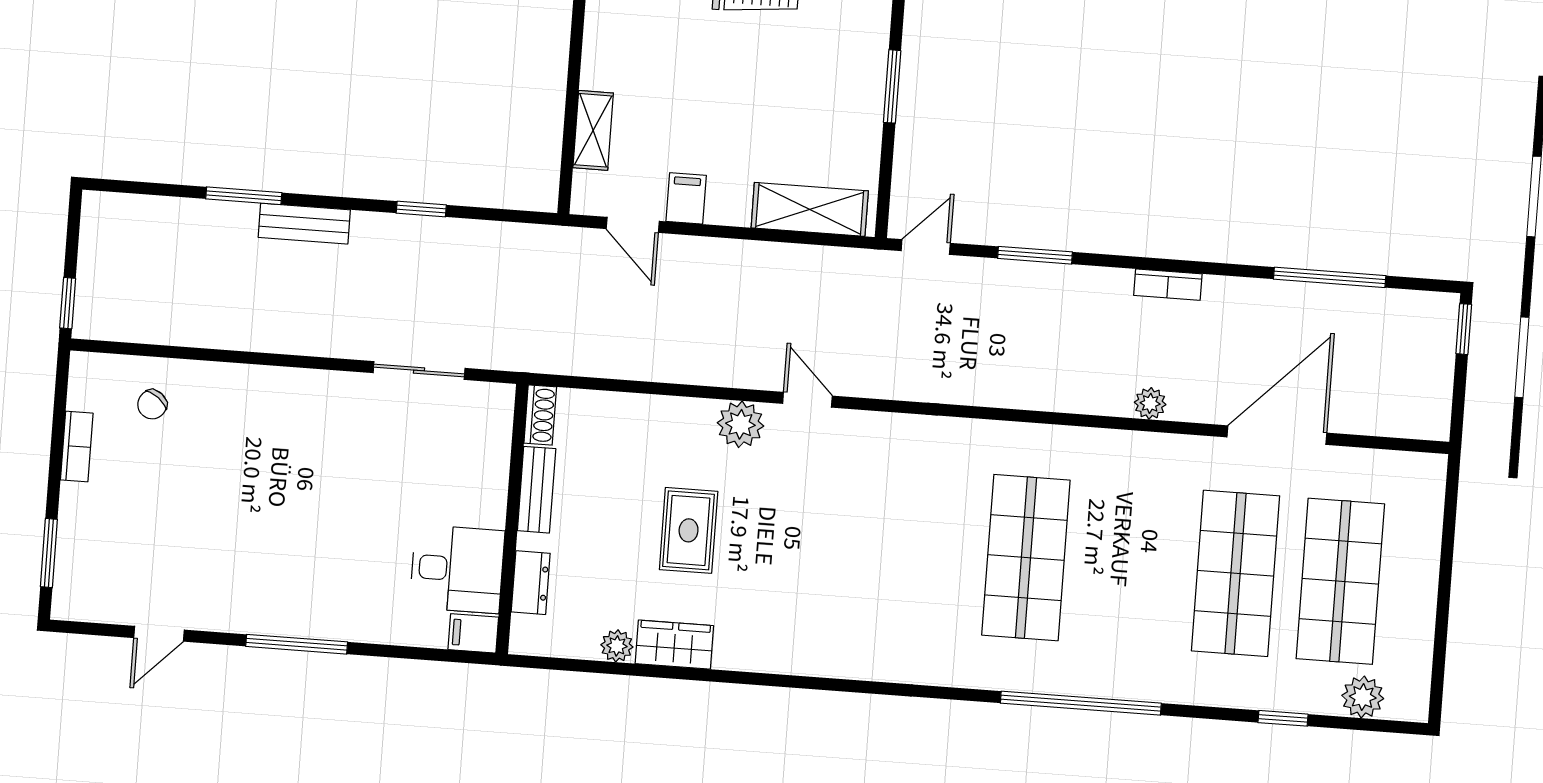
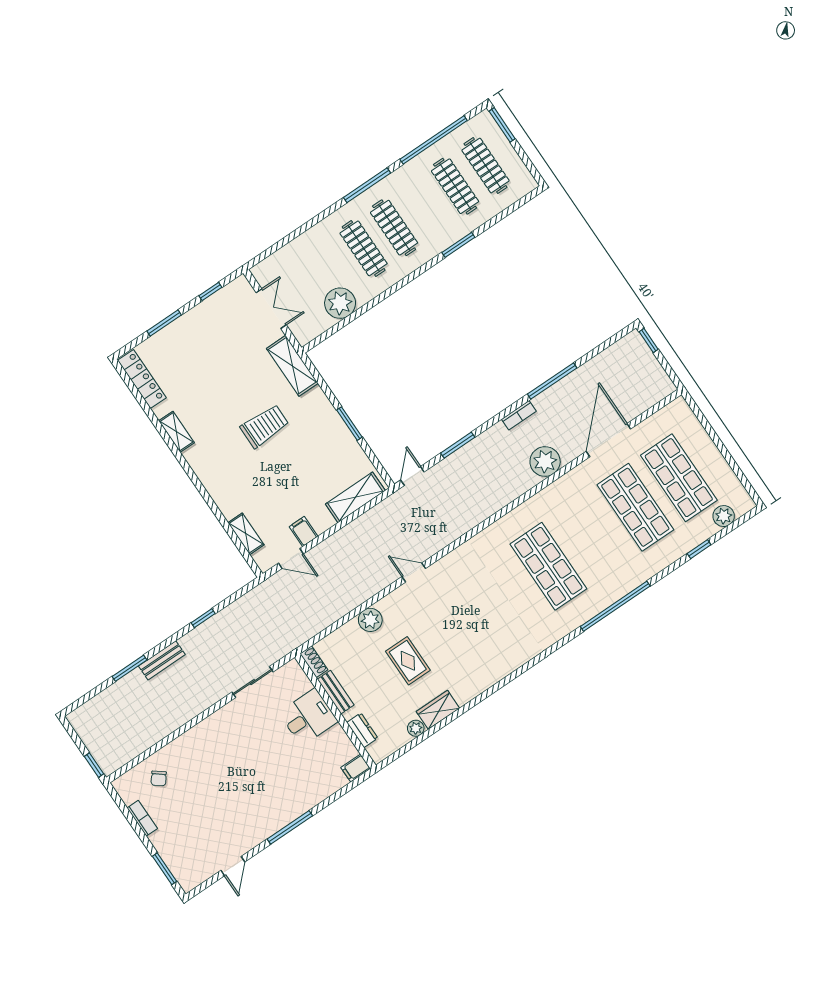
window: (1330, 277) -> (552, 381), moved
plant: (1150, 403) -> (545, 461), width x1.88, depth x1.88
plant: (740, 424) -> (370, 620), moved
desk: (457, 569) -> (308, 717), moved

